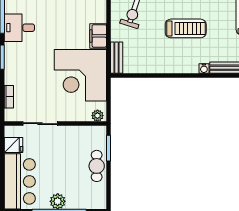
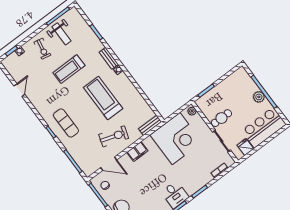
treadmill: (186, 28) -> (103, 98), width x1.37, depth x1.38
filing cabinet: (98, 36) -> (137, 152), moved
cafe table: (97, 166) -> (221, 118), moved

